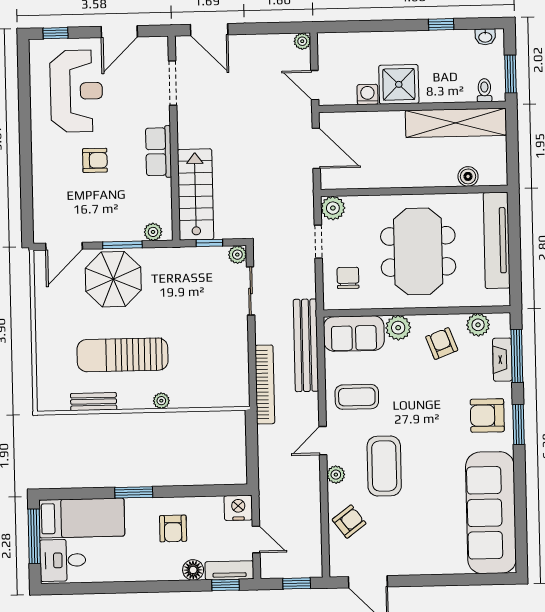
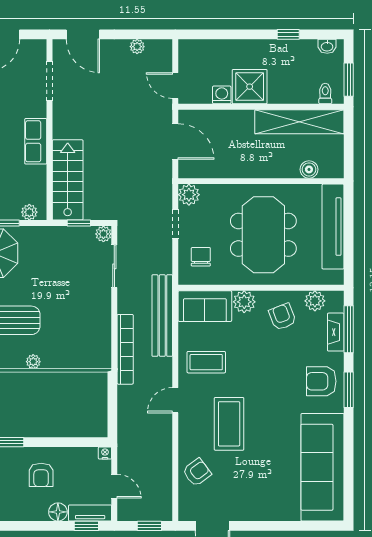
plant: (302, 41) -> (137, 47), moved
plant: (336, 475) -> (186, 430), removed
nightstand: (238, 508) -> (105, 453), width x0.53, depth x0.56

